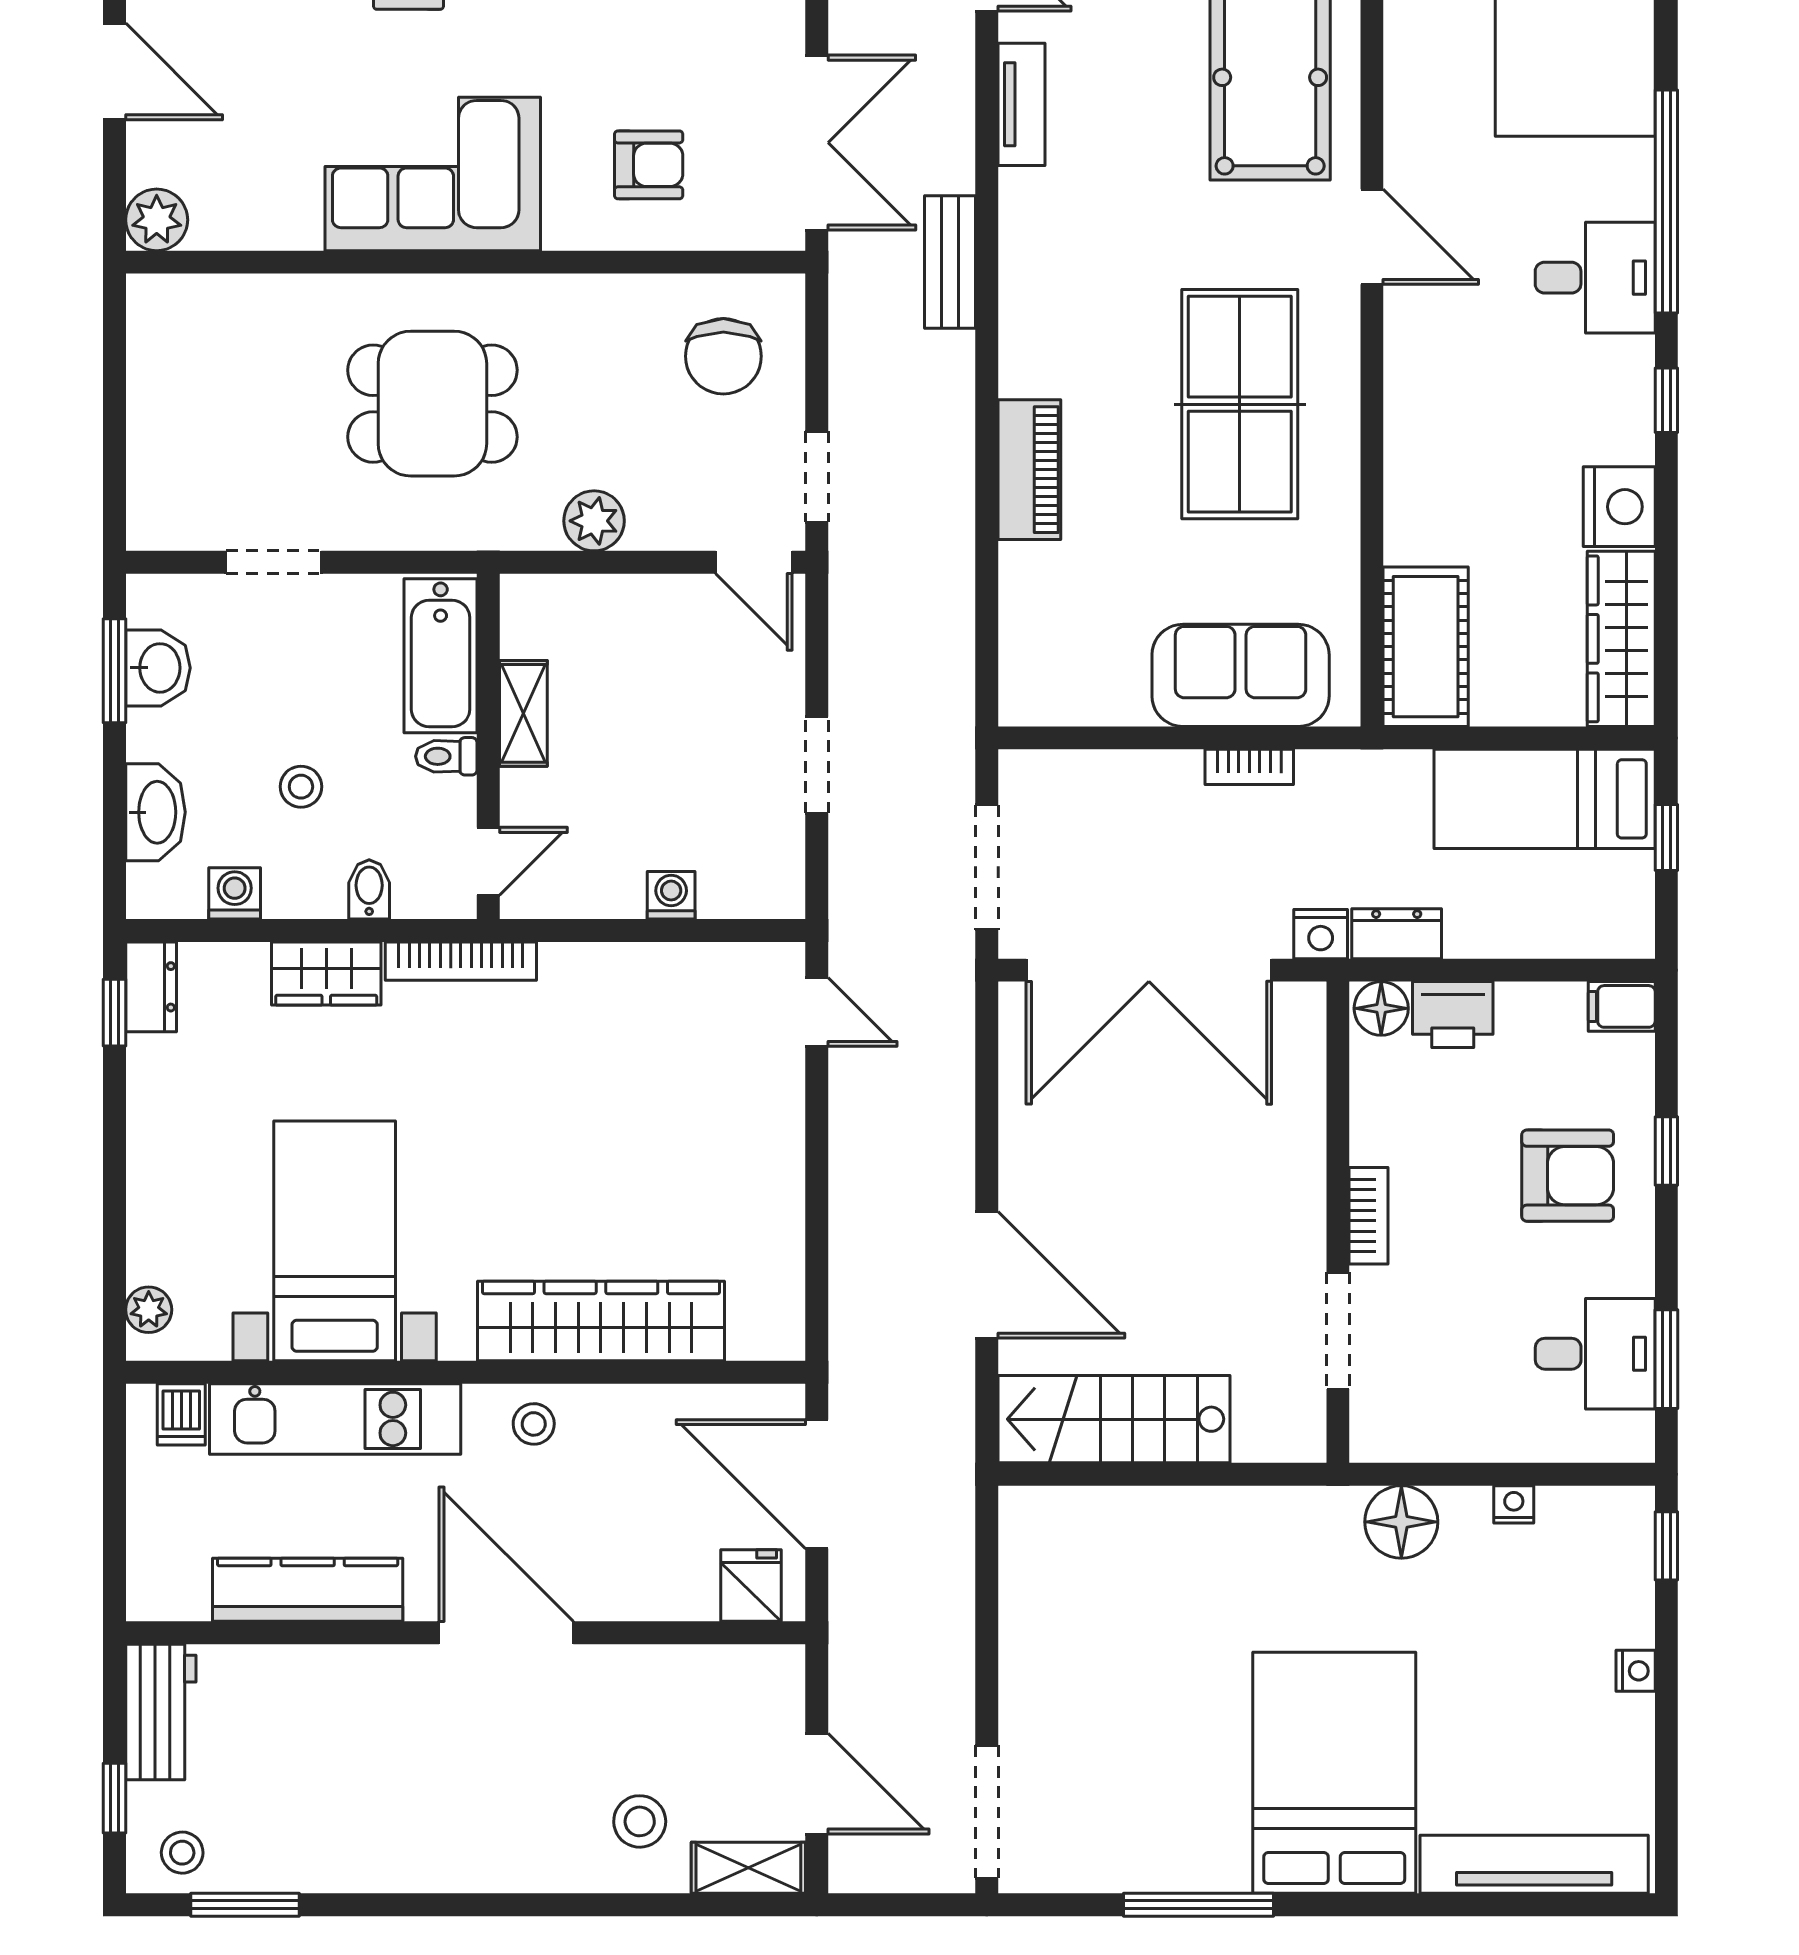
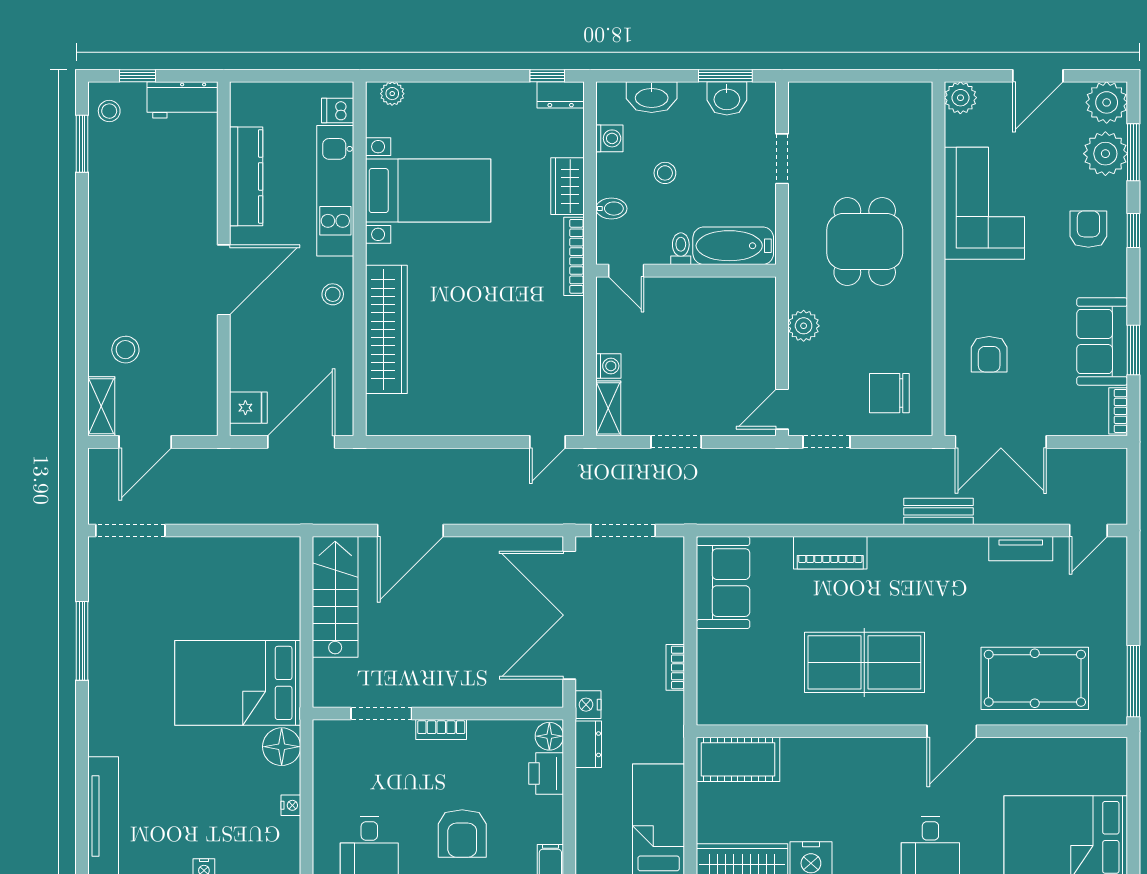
corner sofa: (433, 174) -> (984, 203), moved
sofa: (1241, 675) -> (723, 583), moved
shelving: (523, 713) -> (608, 408), moved, turned 90
bed: (1334, 1773) -> (238, 683), moved, turned 180

